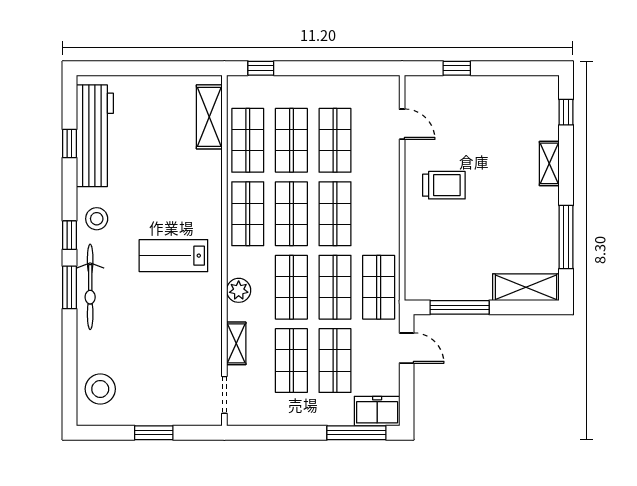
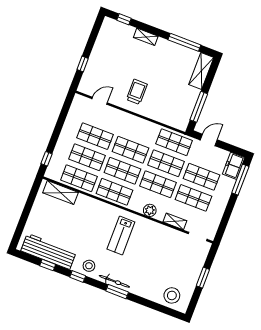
window: (69, 235) -> (78, 277), moved
bicycle: (90, 287) -> (114, 281), width x0.73, depth x0.71

